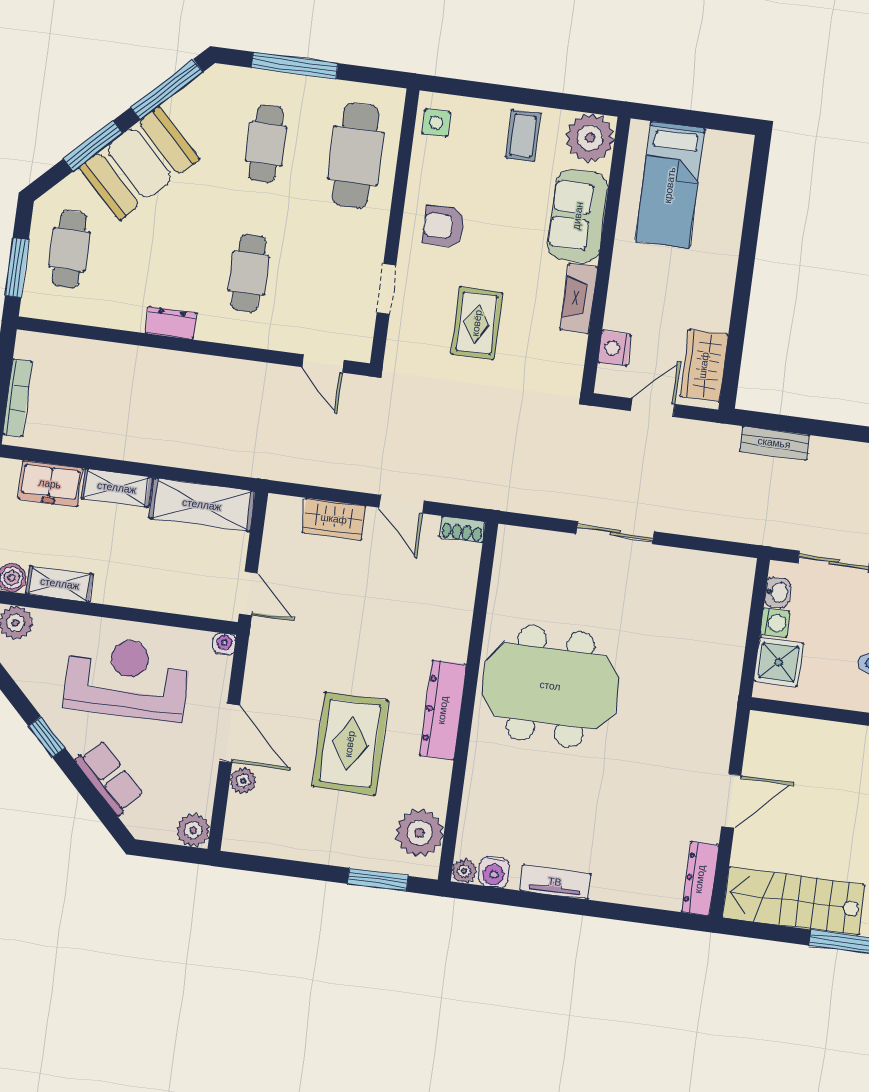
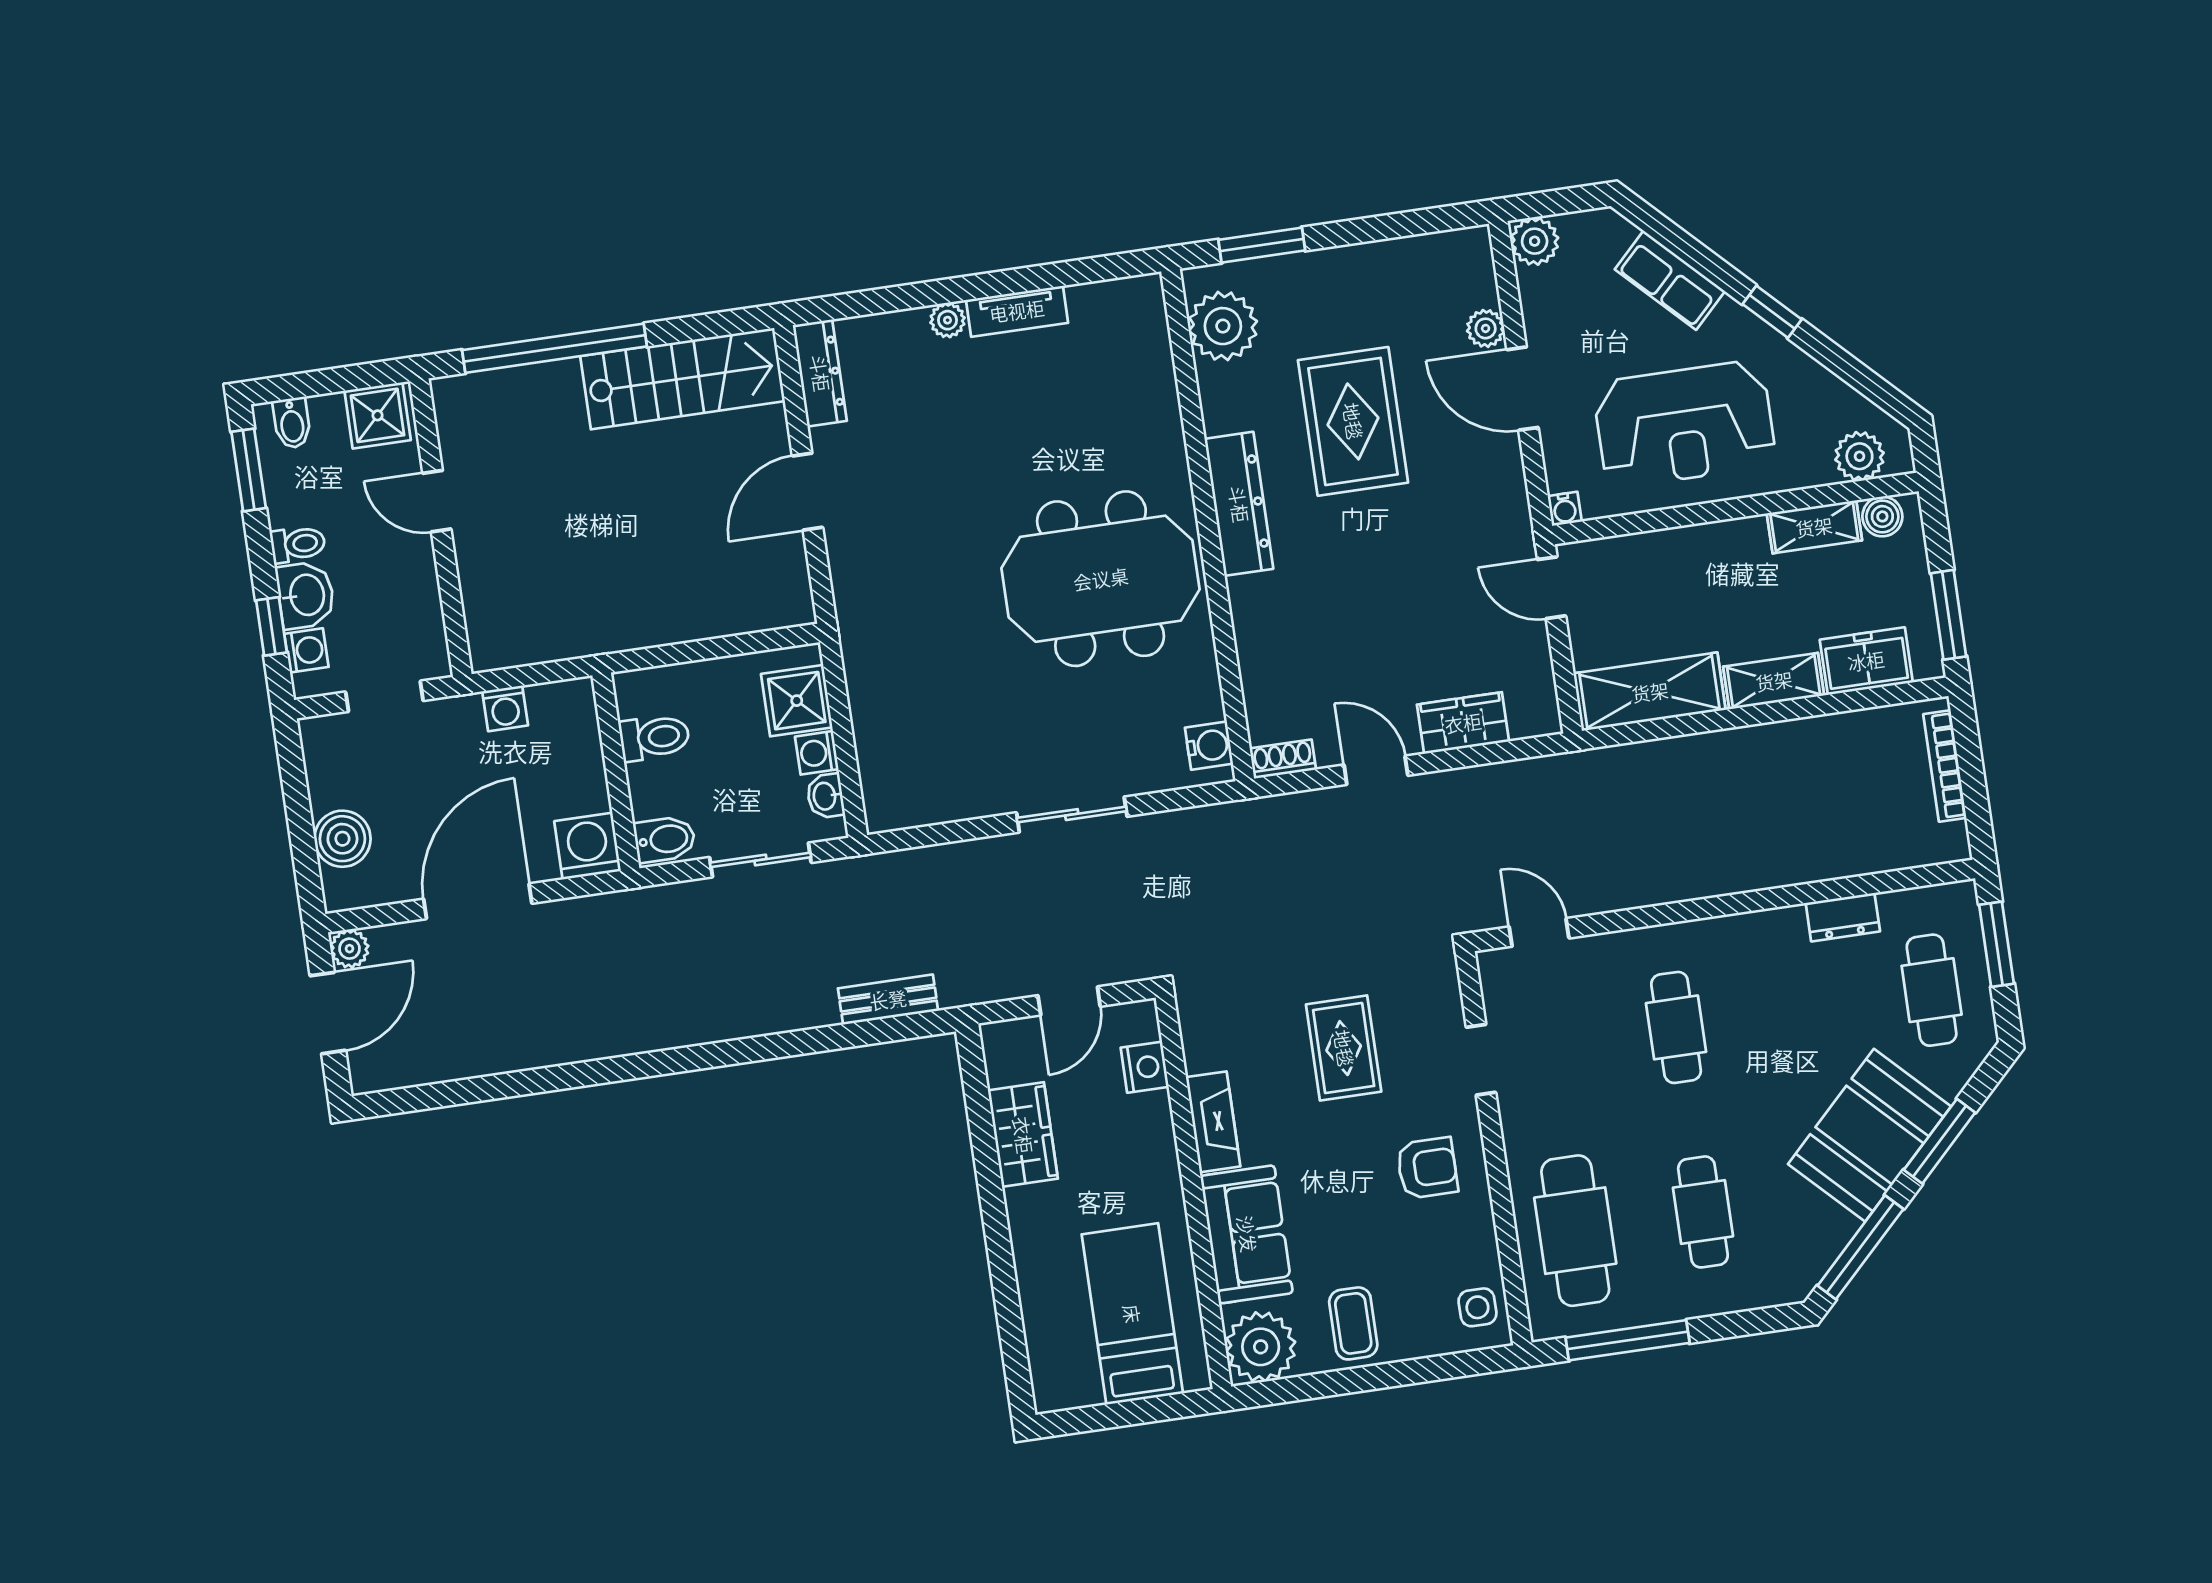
window: (295, 65) -> (1628, 1340), moved
dresser: (171, 323) -> (1843, 917), moved
wardrobe: (704, 365) -> (1023, 1135), moved
plant: (464, 871) -> (947, 320), moved
water cooler: (494, 872) -> (1209, 746), moved, turned 90

